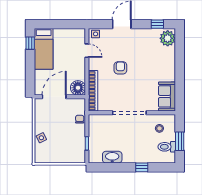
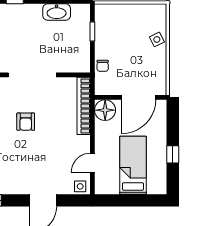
window: (30, 43) -> (173, 154), moved
bed: (44, 49) -> (133, 165), moved
door: (87, 51) -> (92, 163), hinge flipped
armchair: (120, 68) -> (26, 122), moved

